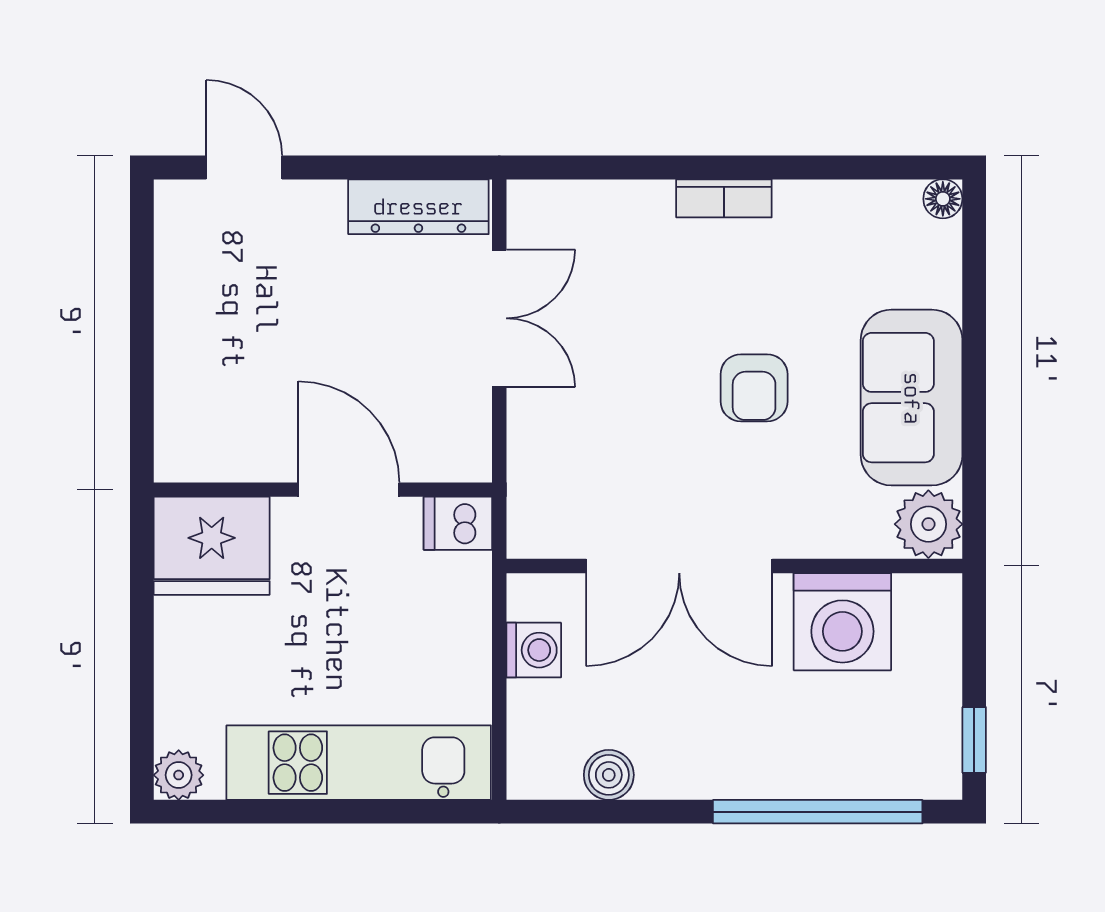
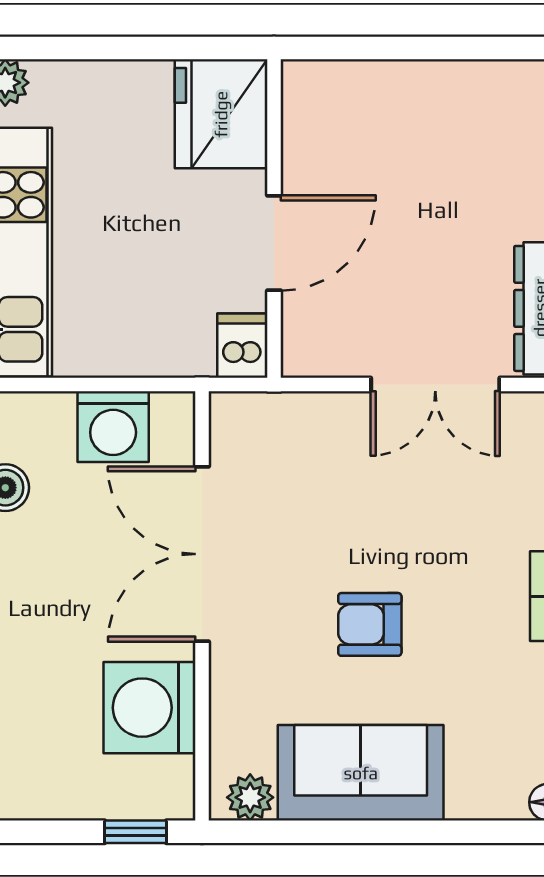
plant: (928, 524) -> (250, 797), width x0.73, depth x0.73
washing machine: (534, 650) -> (113, 427), width x1.38, depth x1.38
window: (974, 740) -> (136, 832), moved

